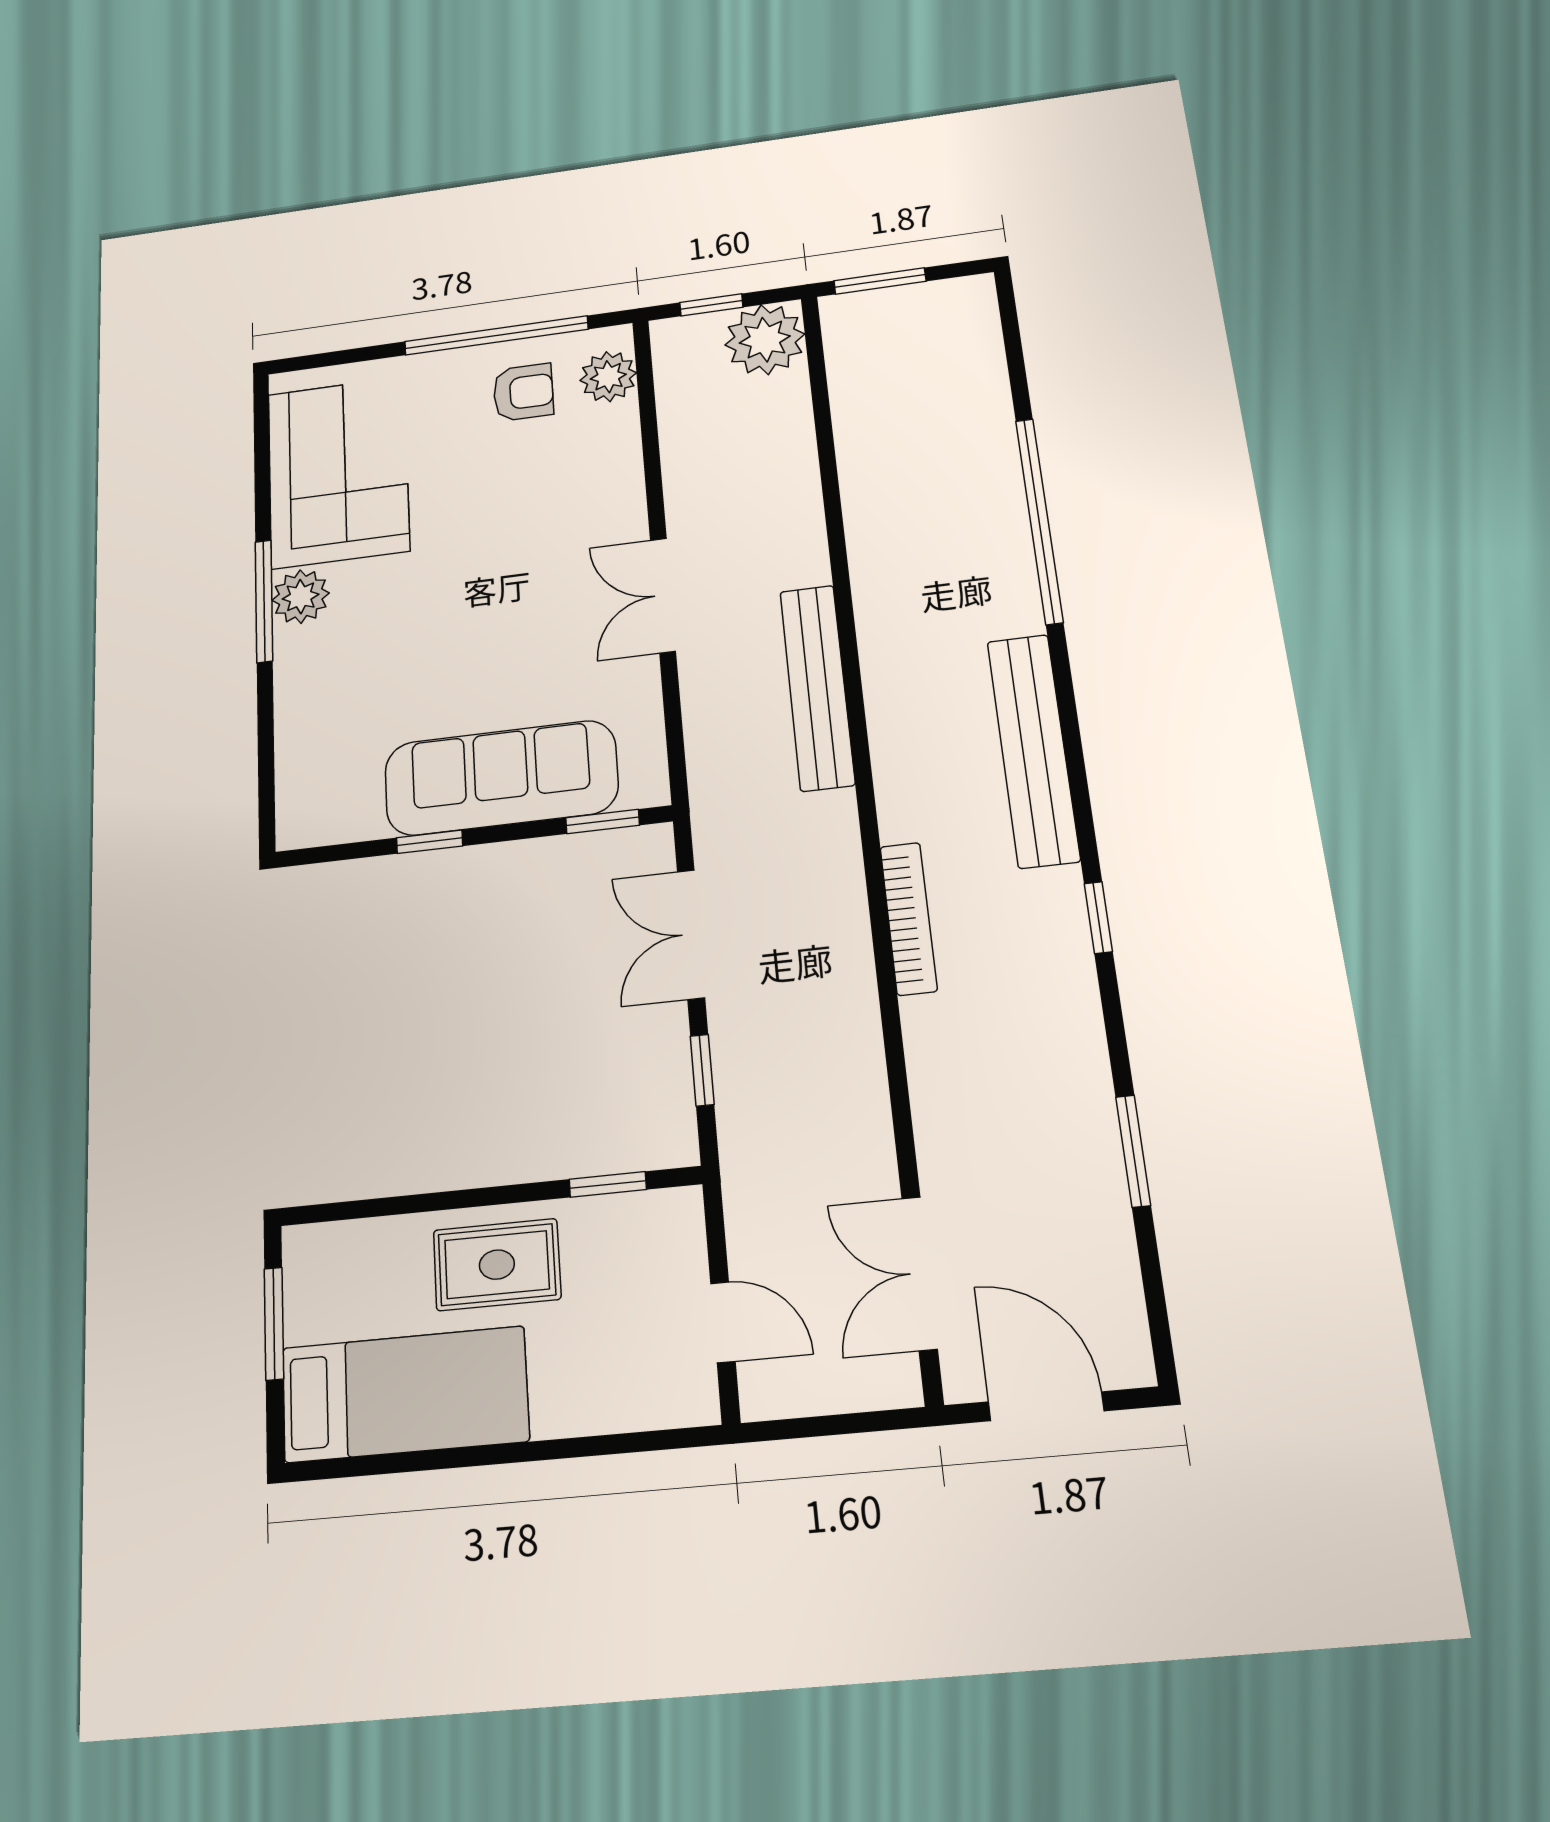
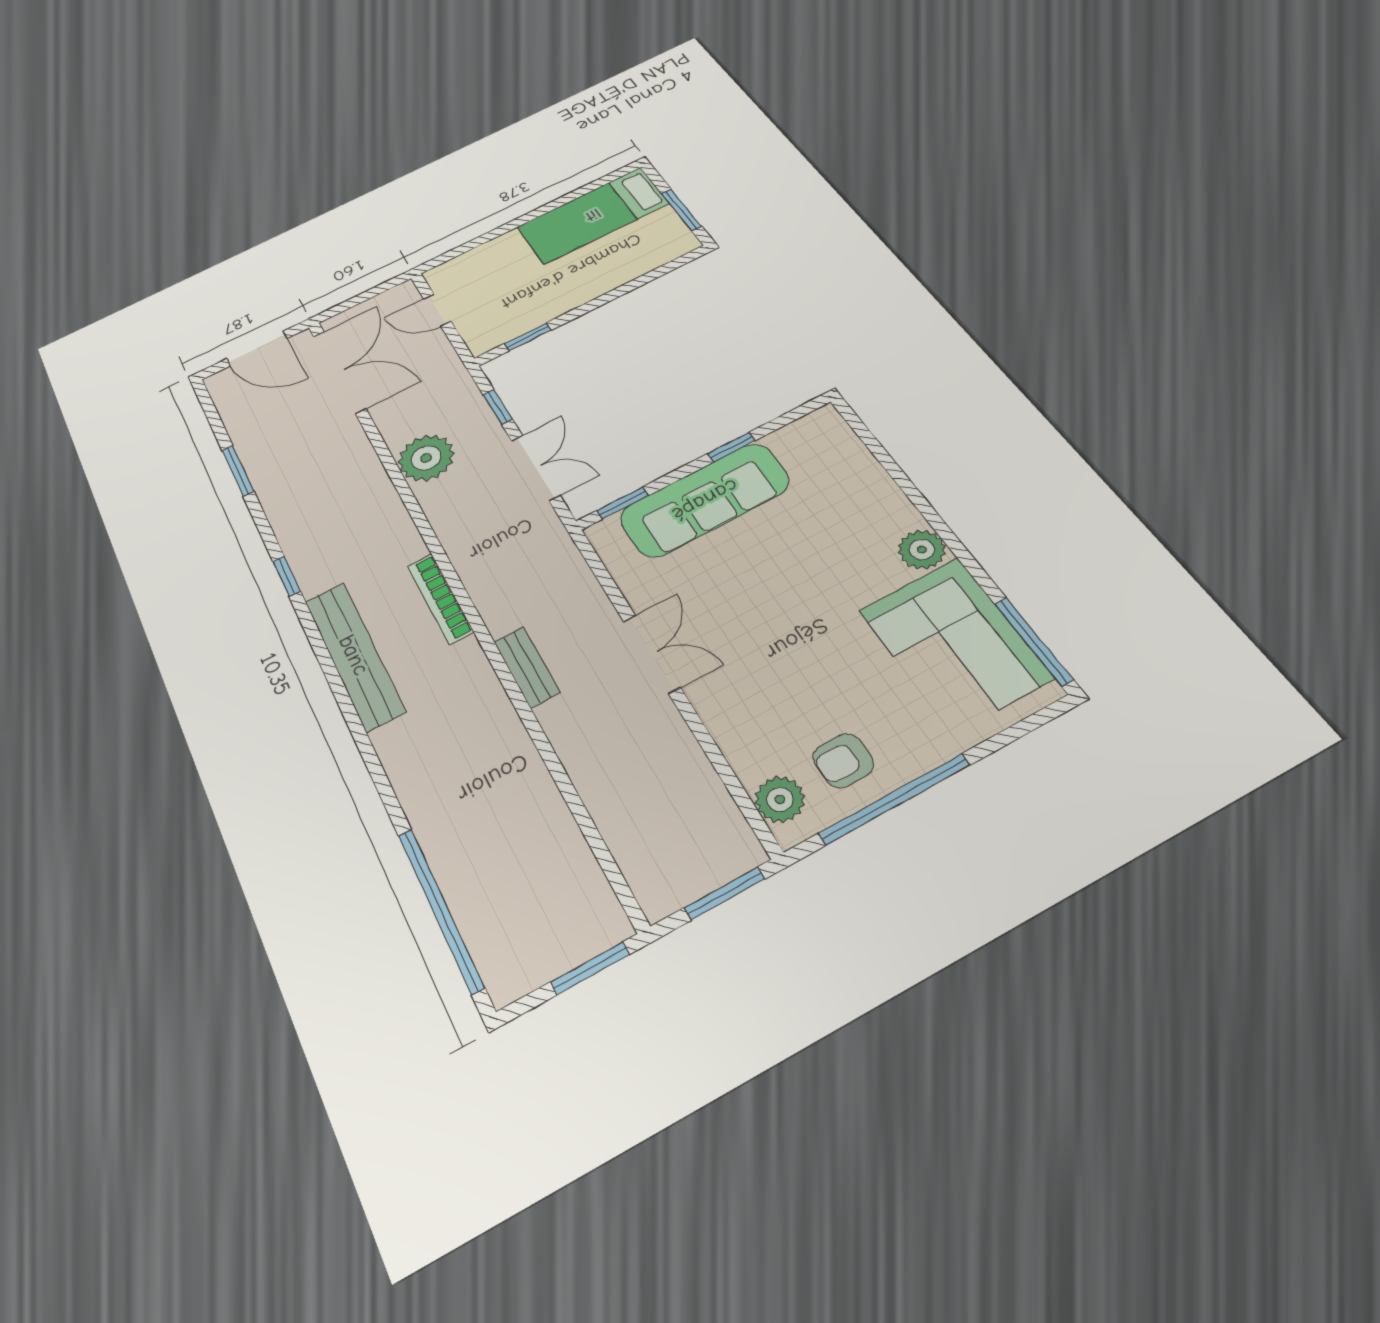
window: (711, 305) -> (725, 893), width x1.50
plant: (765, 340) -> (426, 458), moved
window: (1039, 520) -> (440, 910), moved
window: (264, 601) -> (1033, 641), moved
bench: (817, 687) -> (527, 667), width x0.54, depth x0.82
bookcase: (908, 918) -> (440, 598), moved
rug: (497, 1265) -> (572, 281), removed
double door: (920, 1273) -> (339, 372), width x1.37

